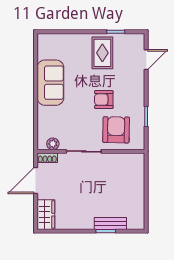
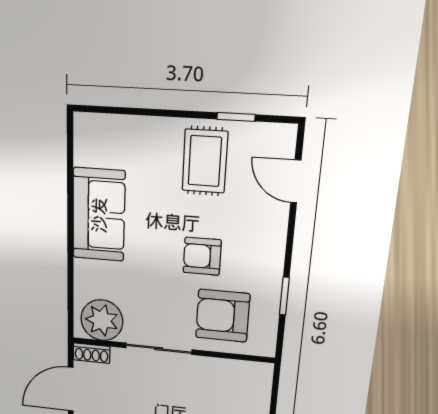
door: (146, 60) -> (296, 181), swing flipped
armchair: (116, 130) -> (223, 316), turned -91
plant: (53, 144) -> (102, 320), width x1.88, depth x1.88

